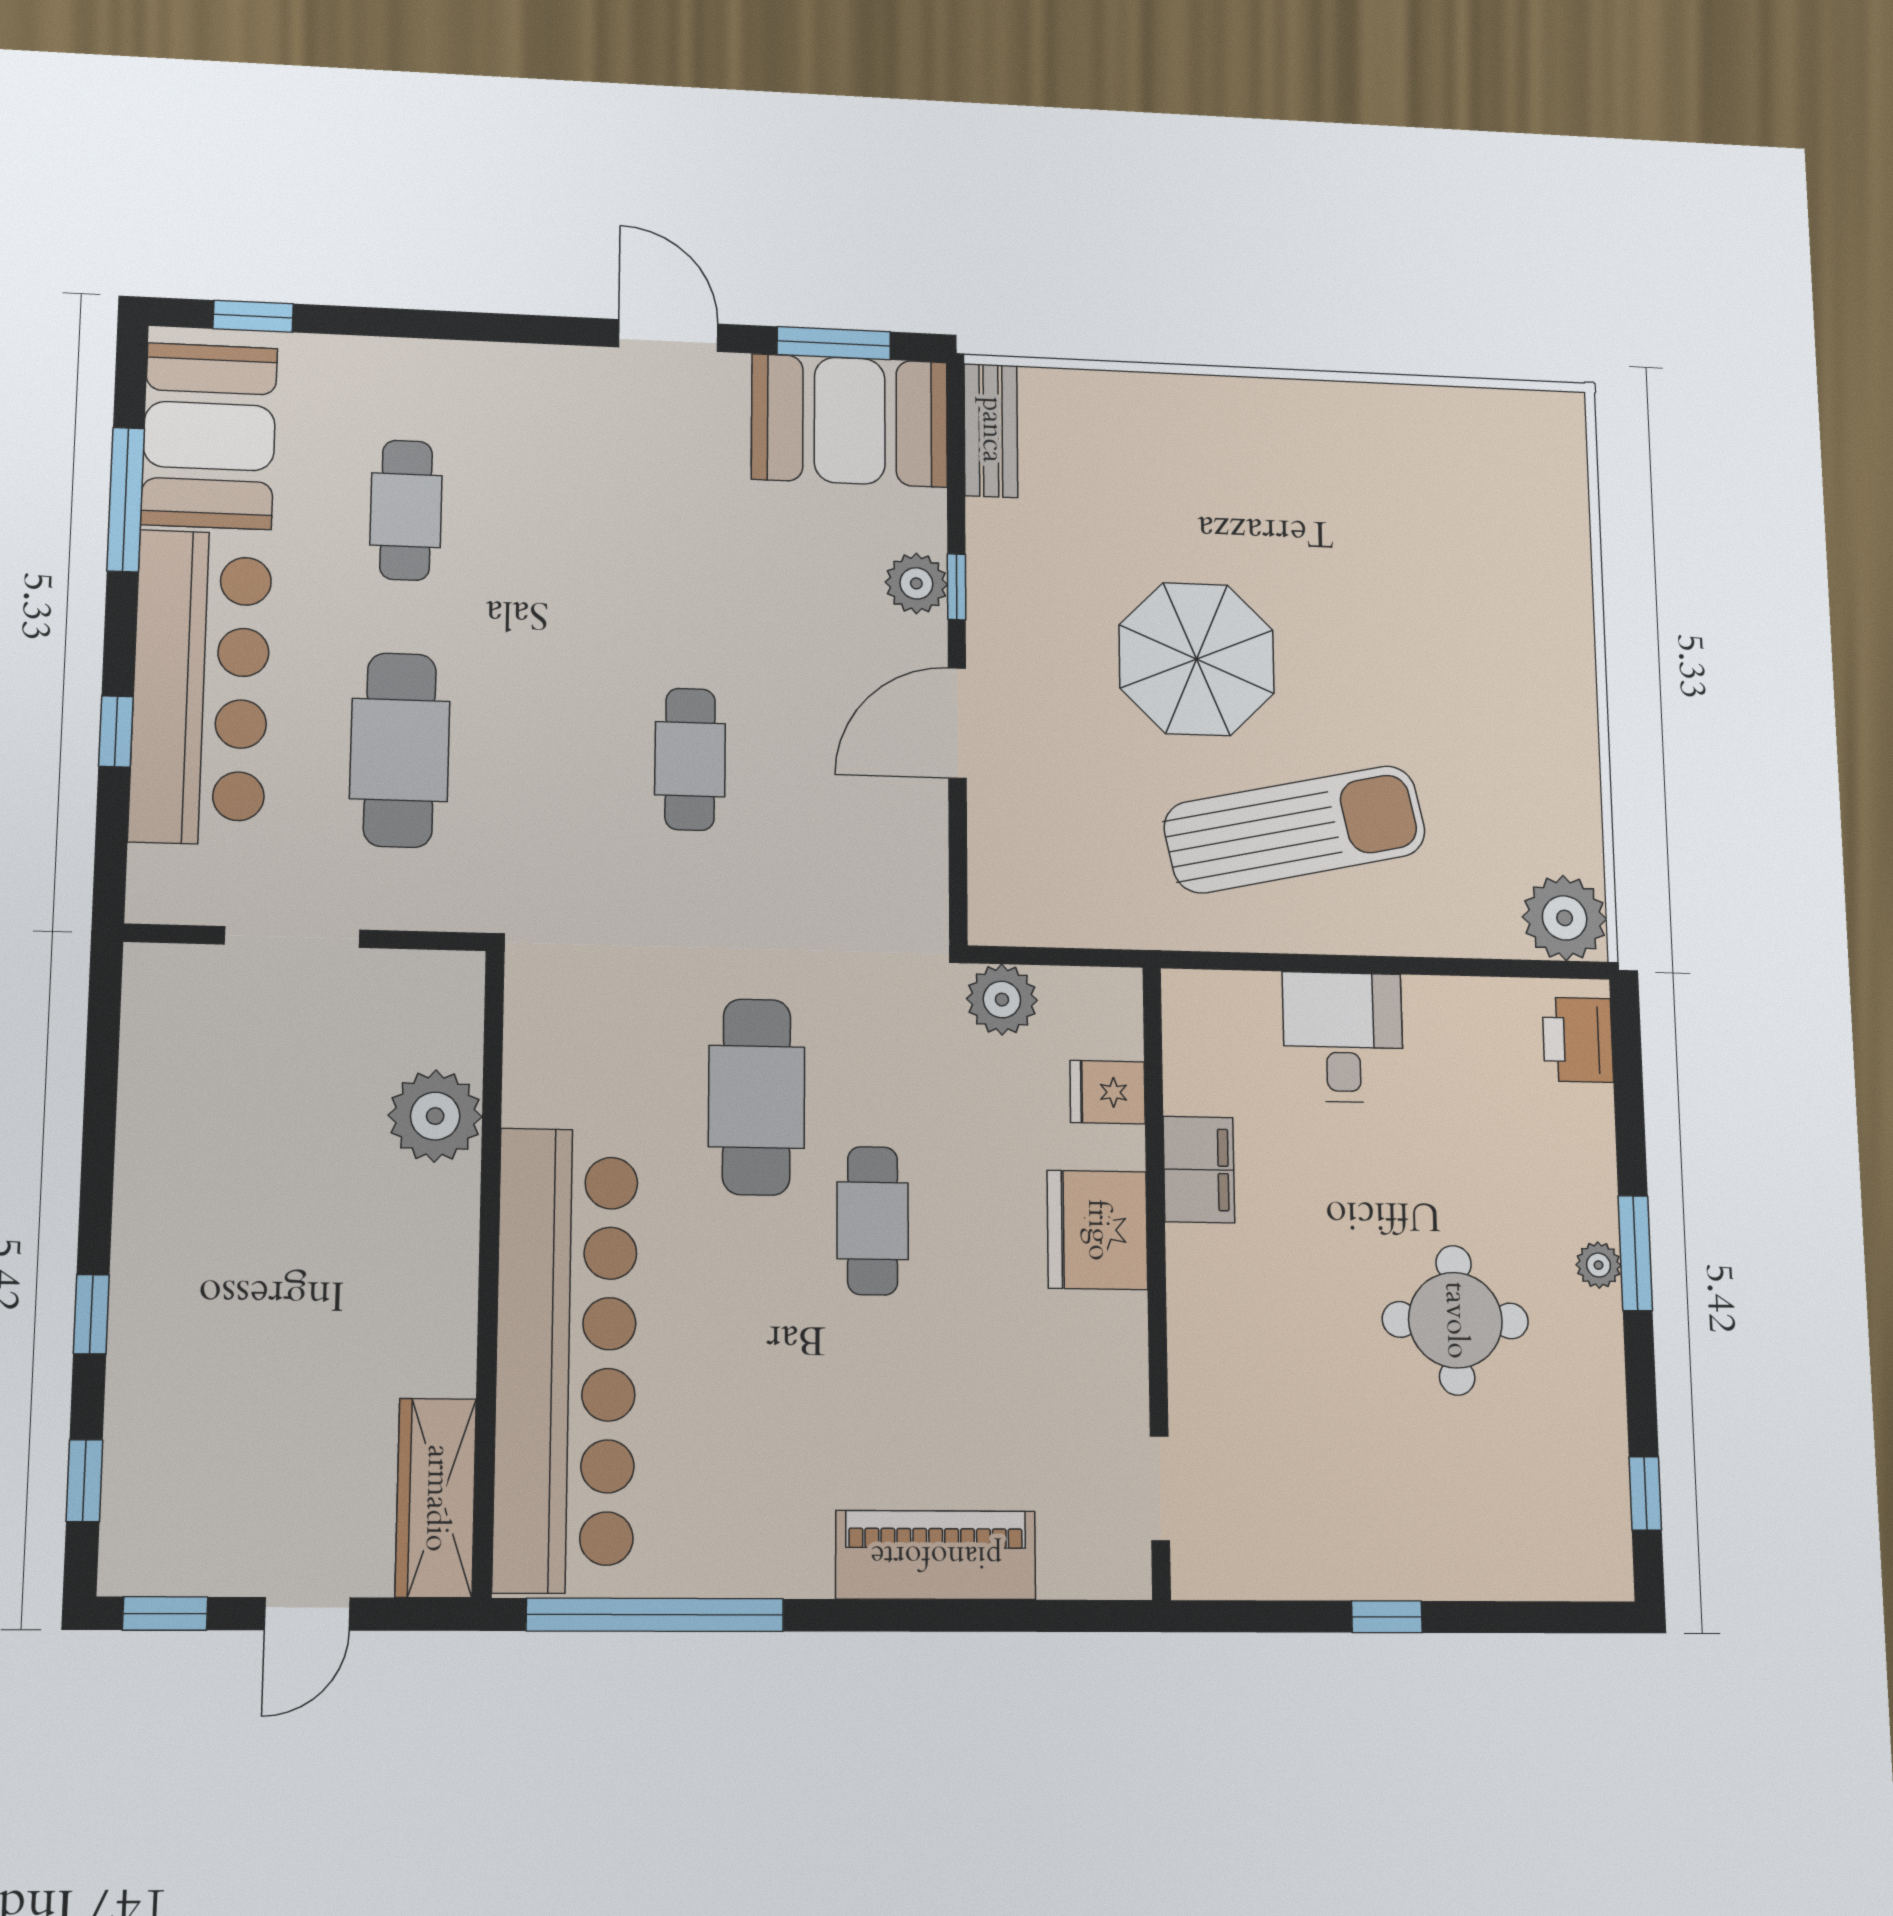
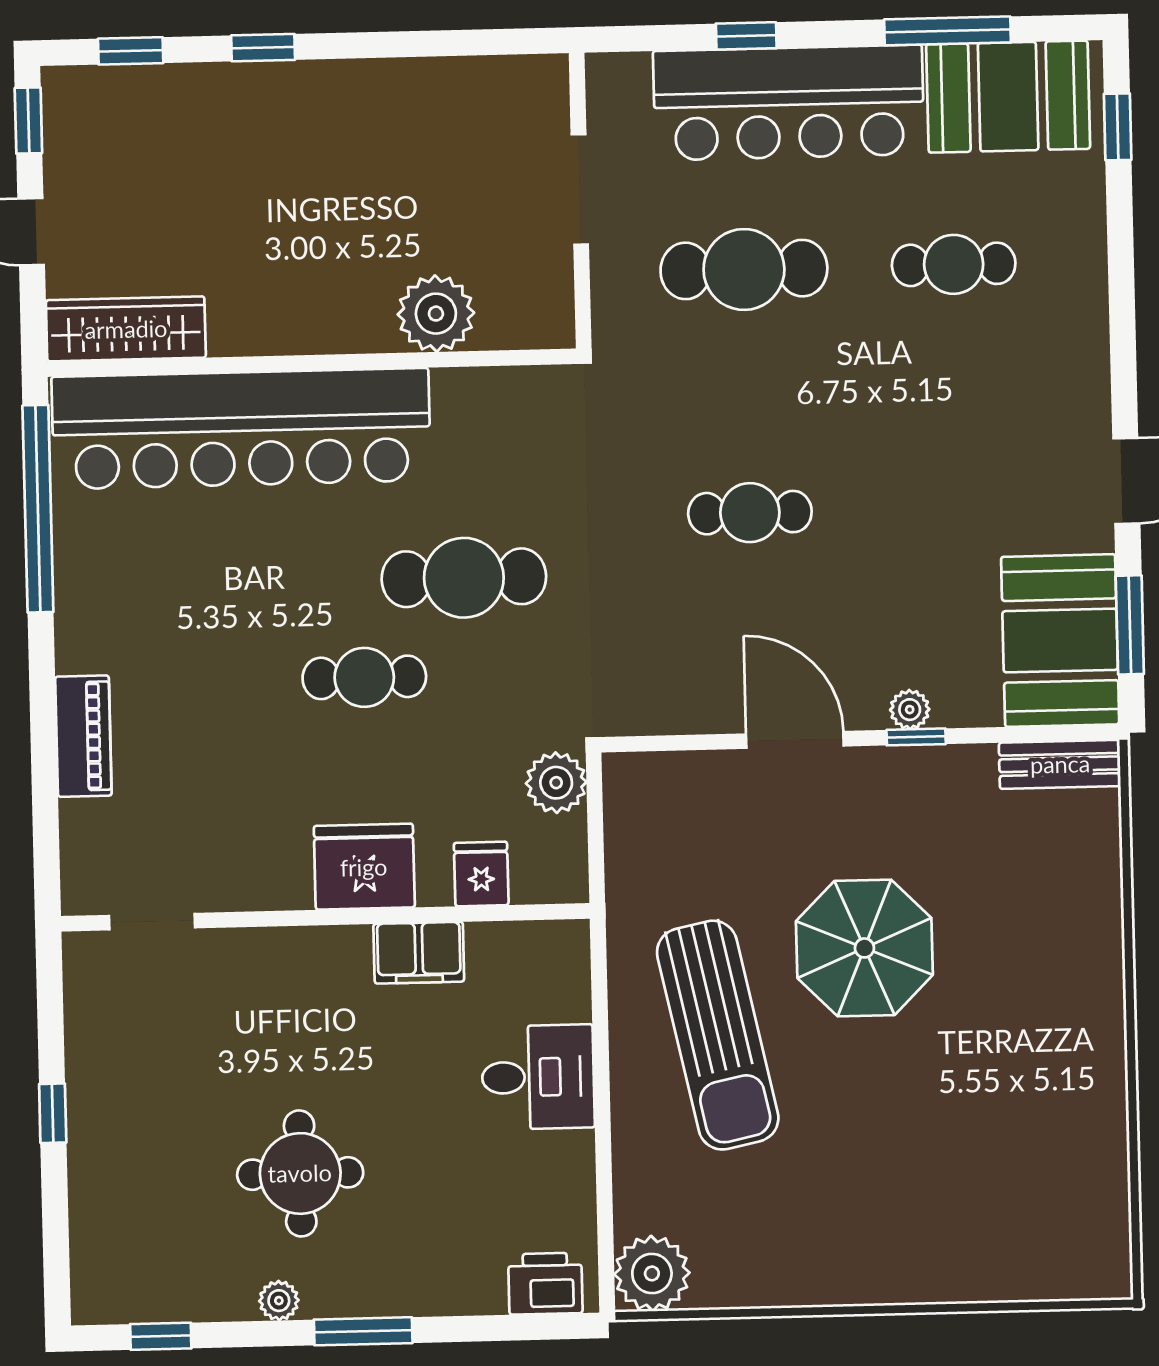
plant: (916, 583) -> (910, 710), width x0.73, depth x0.73
plant: (1599, 1265) -> (279, 1301), moved
piano: (936, 1555) -> (83, 736), width x0.73, depth x0.75

